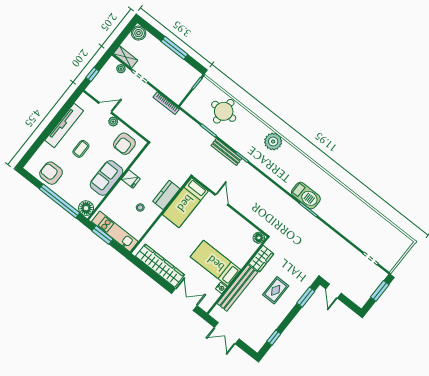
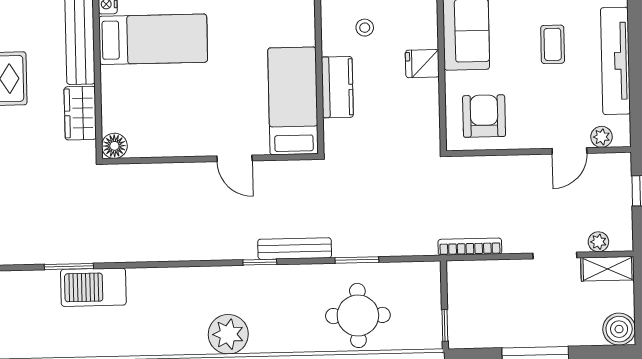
plant: (113, 122) -> (602, 137), moved

